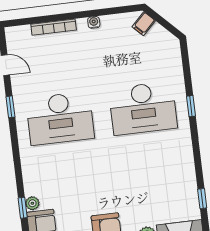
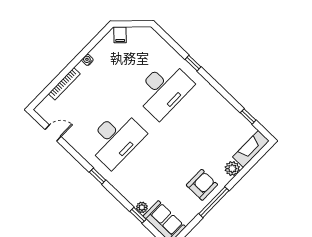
window: (10, 107) -> (98, 176), moved

